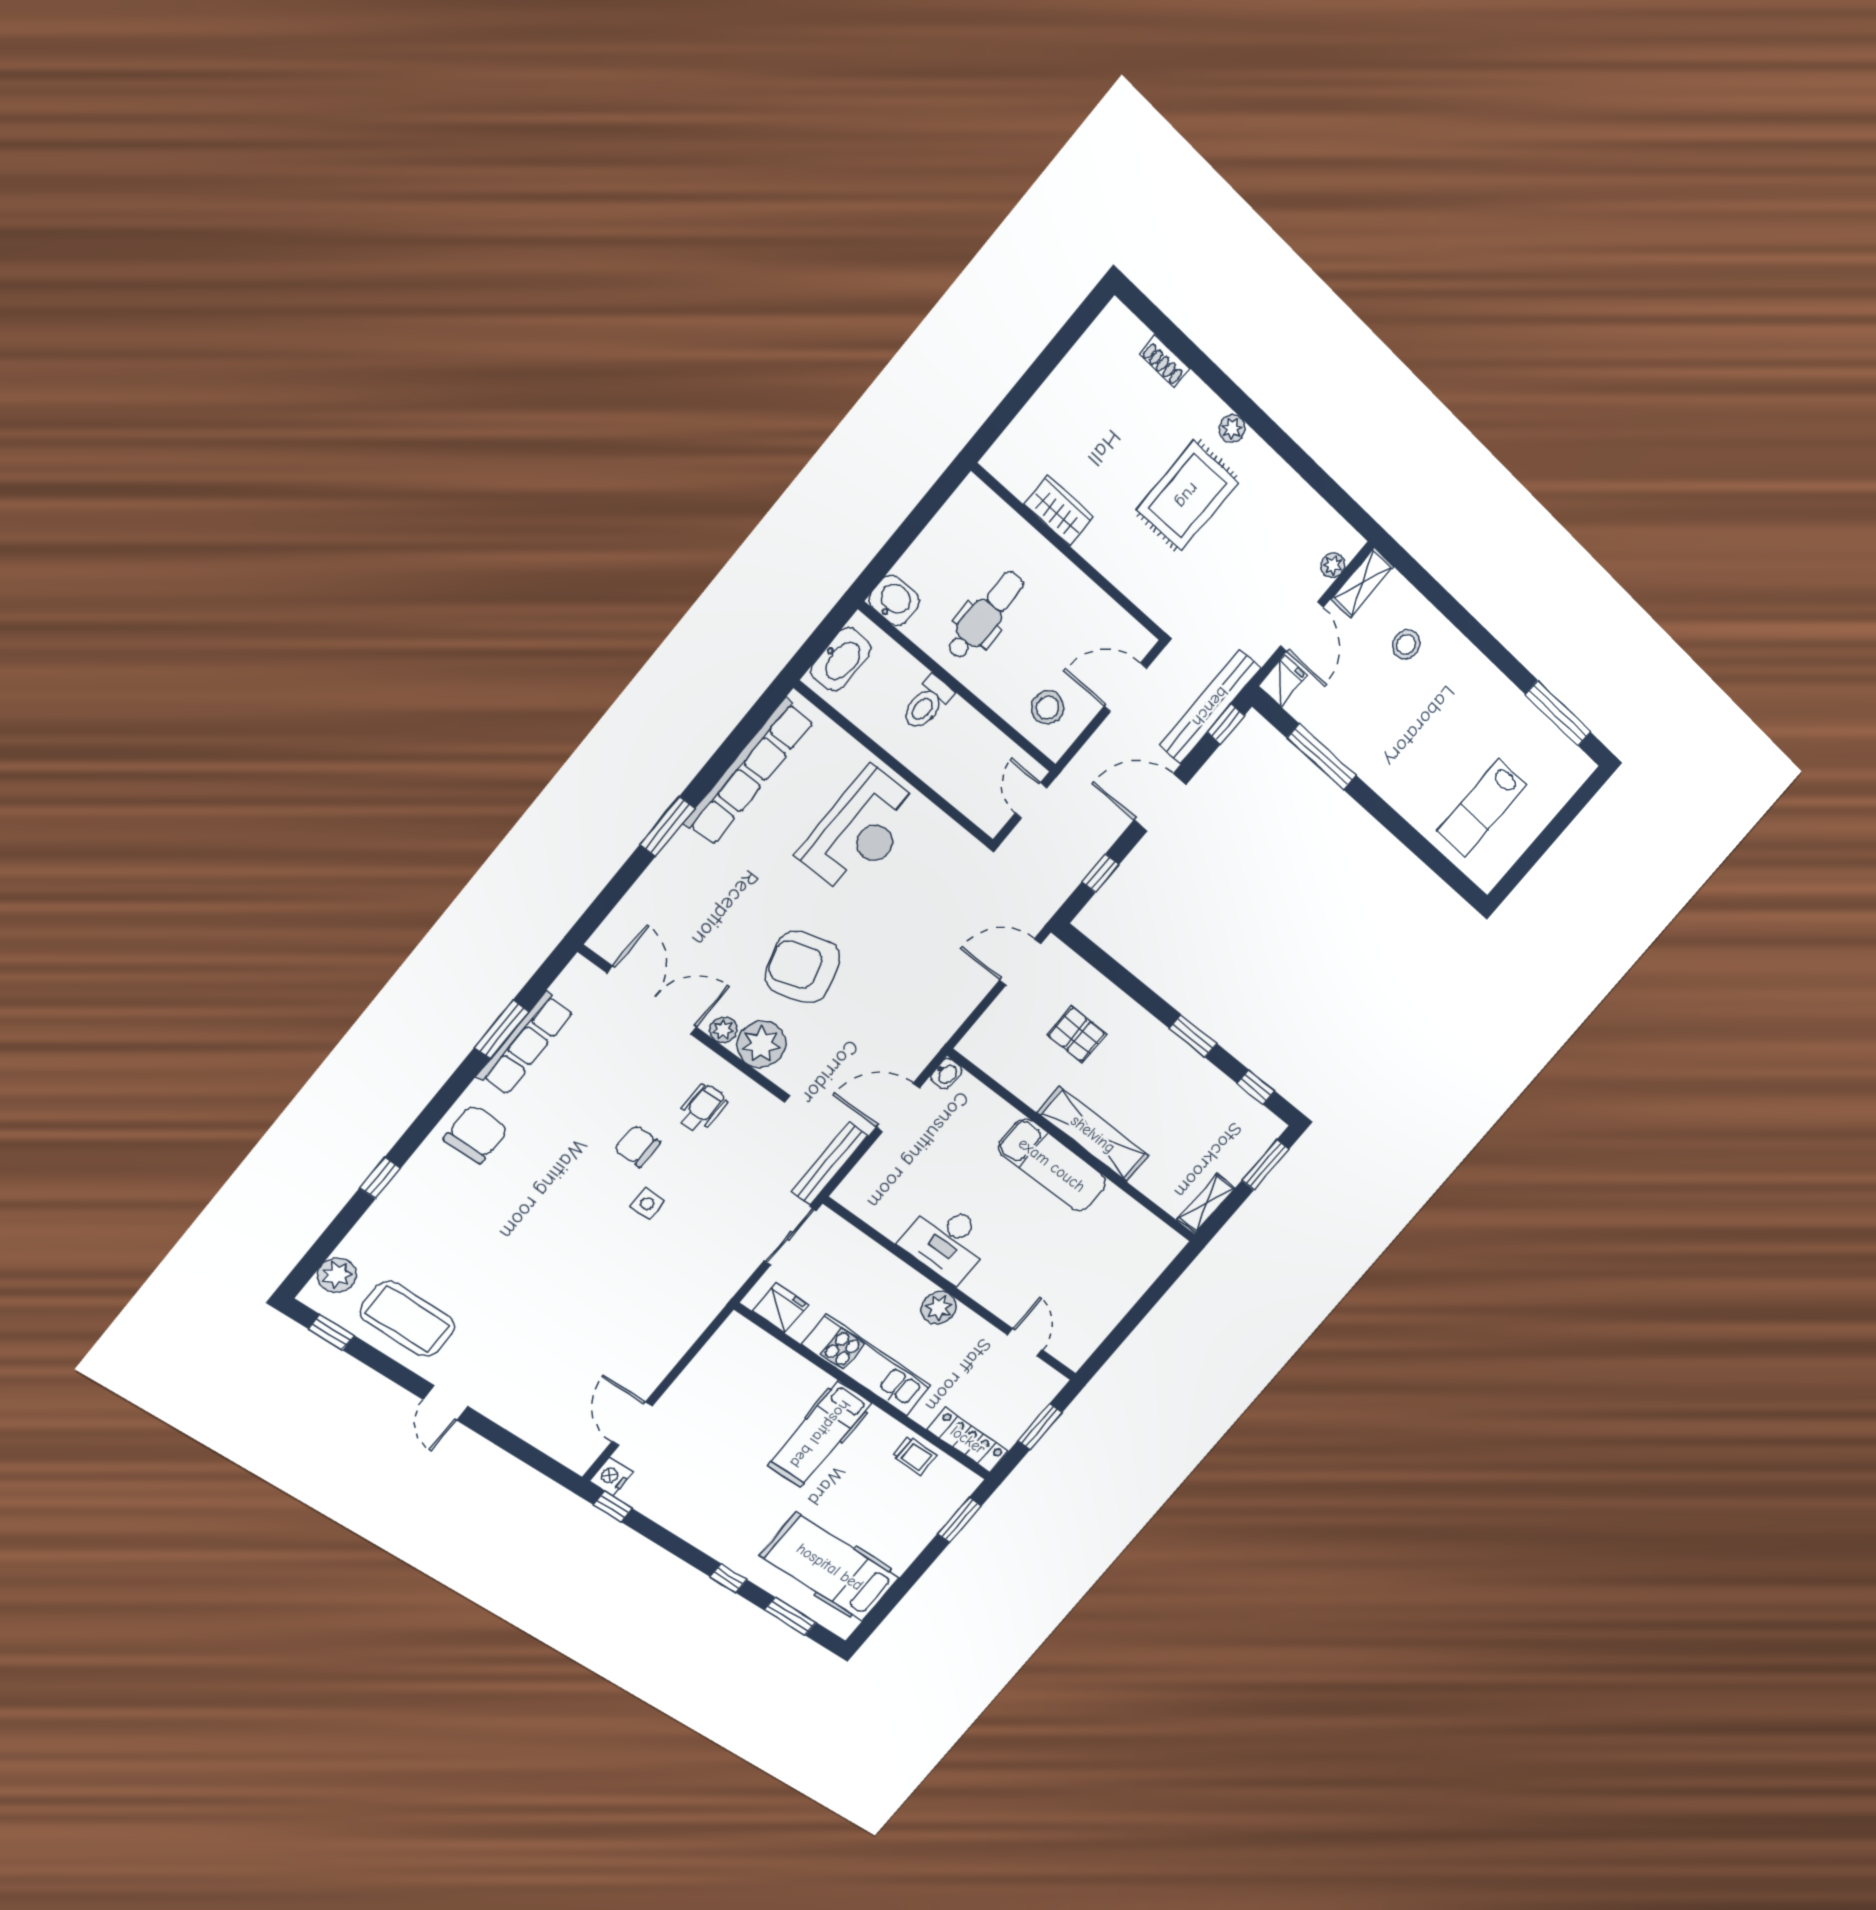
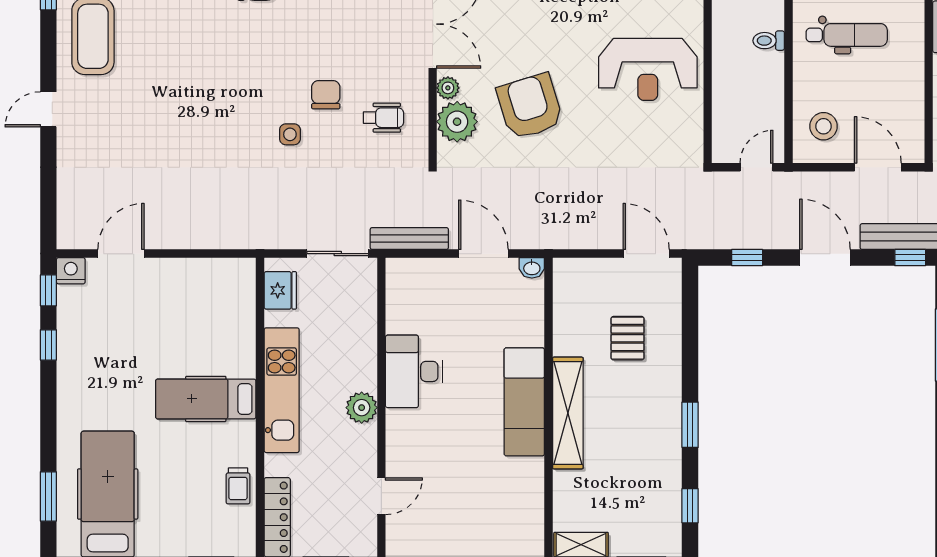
toilet: (927, 703) -> (769, 41), width x0.73, depth x0.72
window: (729, 1578) -> (48, 345), moved

